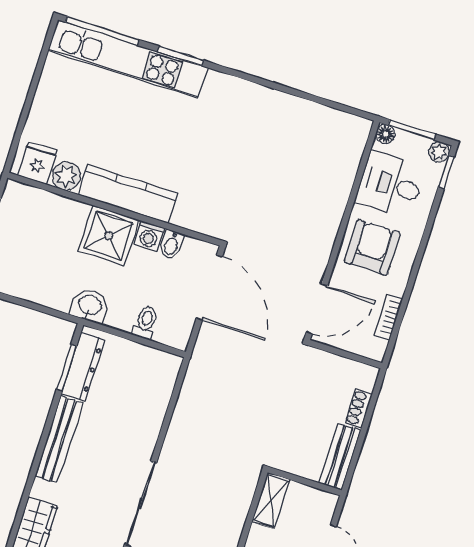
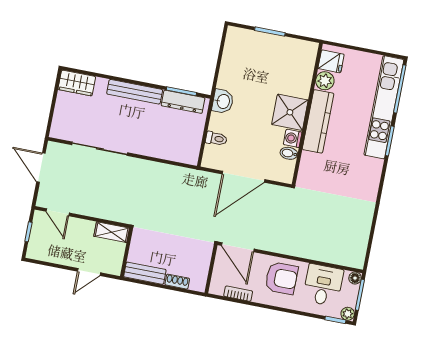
fridge: (38, 163) -> (331, 61), moved
plant: (66, 176) -> (325, 81), moved
kitchen counter: (128, 194) -> (318, 121), moved
wall: (114, 209) -> (307, 114), moved
shower: (109, 236) -> (290, 112), moved
washing machine: (149, 236) -> (293, 138), moved
bidet: (172, 244) -> (289, 153), moved

